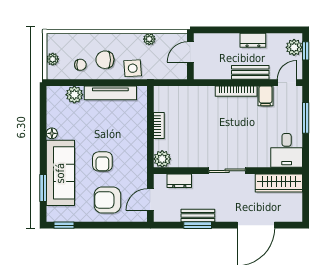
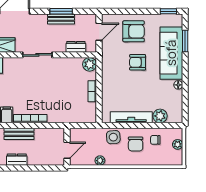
chair: (105, 60) -> (136, 144), turned 90
armchair: (102, 161) -> (138, 62), turned -90

